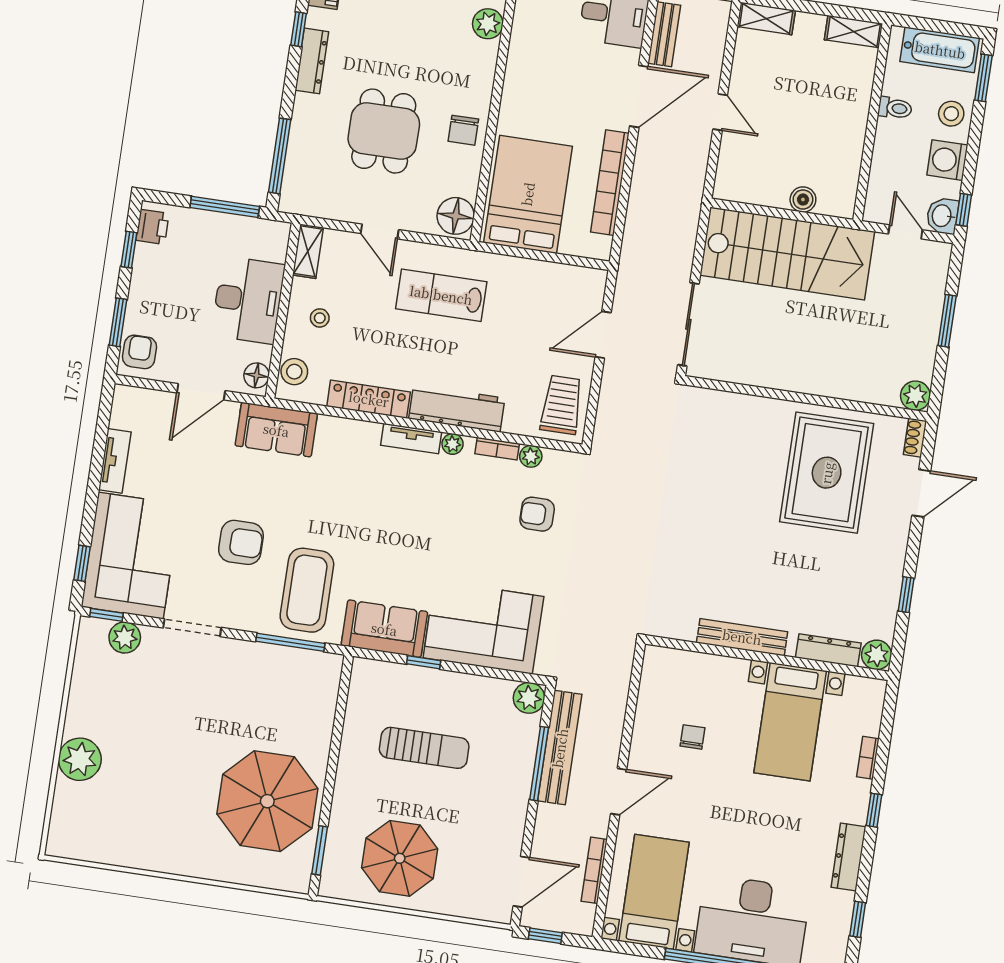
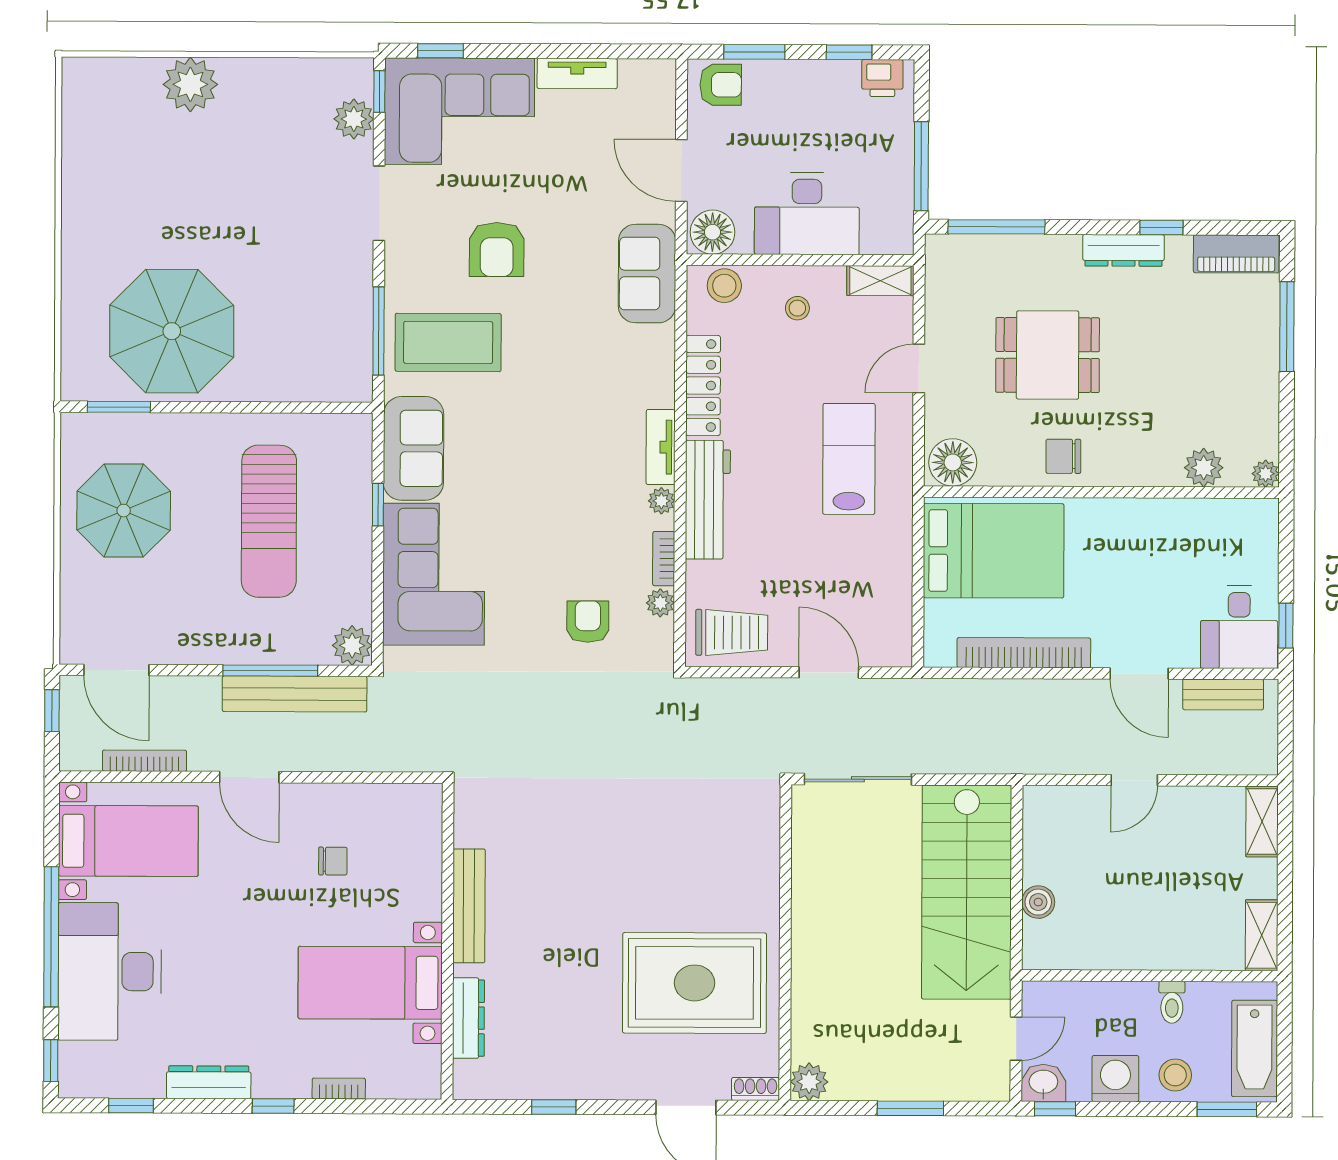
door: (639, 96) -> (1139, 674), width x0.73
floor lamp: (256, 375) -> (713, 232), width x1.38, depth x1.38
plant: (877, 655) -> (472, 1080), removed
sun lounger: (424, 748) -> (269, 521), width x1.36, depth x1.34

